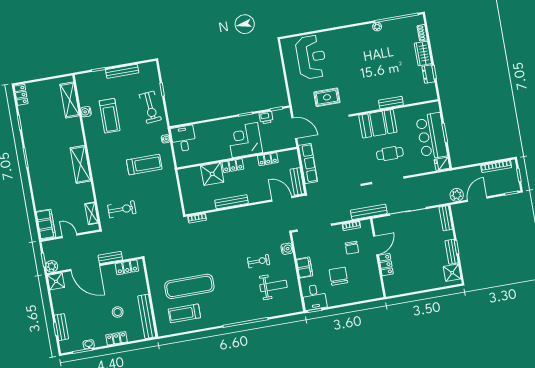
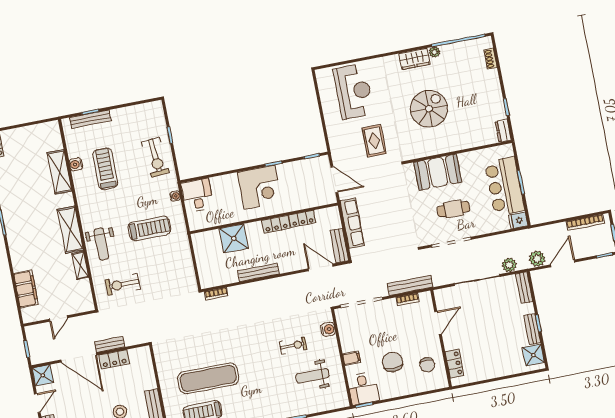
wardrobe: (423, 53) -> (415, 59), moved, turned -90
bench: (122, 71) -> (90, 119), moved
spiral stairs: (372, 72) -> (429, 109), added
dresser: (428, 74) -> (503, 131), moved
rug: (327, 97) -> (374, 141), turned 90
shelving: (70, 100) -> (60, 172), moved
bench: (391, 103) -> (453, 146), removed
treadmill: (110, 116) -> (105, 169), turned 180
printer: (266, 118) -> (299, 167), removed
corner desk: (245, 140) -> (260, 187), moved, turned 180
locker: (233, 166) -> (276, 224), moved
weight bench: (105, 176) -> (101, 244), added
exercise bike: (122, 209) -> (123, 284), turned 180
bench: (369, 212) -> (410, 285), moved
shelving: (91, 213) -> (80, 265), moved
filing cabinet: (46, 224) -> (26, 289), moved
door: (70, 236) -> (59, 318), swing flipped
chair: (352, 248) -> (427, 365), moved
locker: (386, 265) -> (455, 364), moved
plant: (52, 266) -> (509, 265), moved
locker: (127, 267) -> (114, 359), moved
filing cabinet: (305, 267) -> (352, 358), width x0.50
weight bench: (274, 286) -> (312, 376), turned 180
door: (51, 304) -> (37, 403), added

